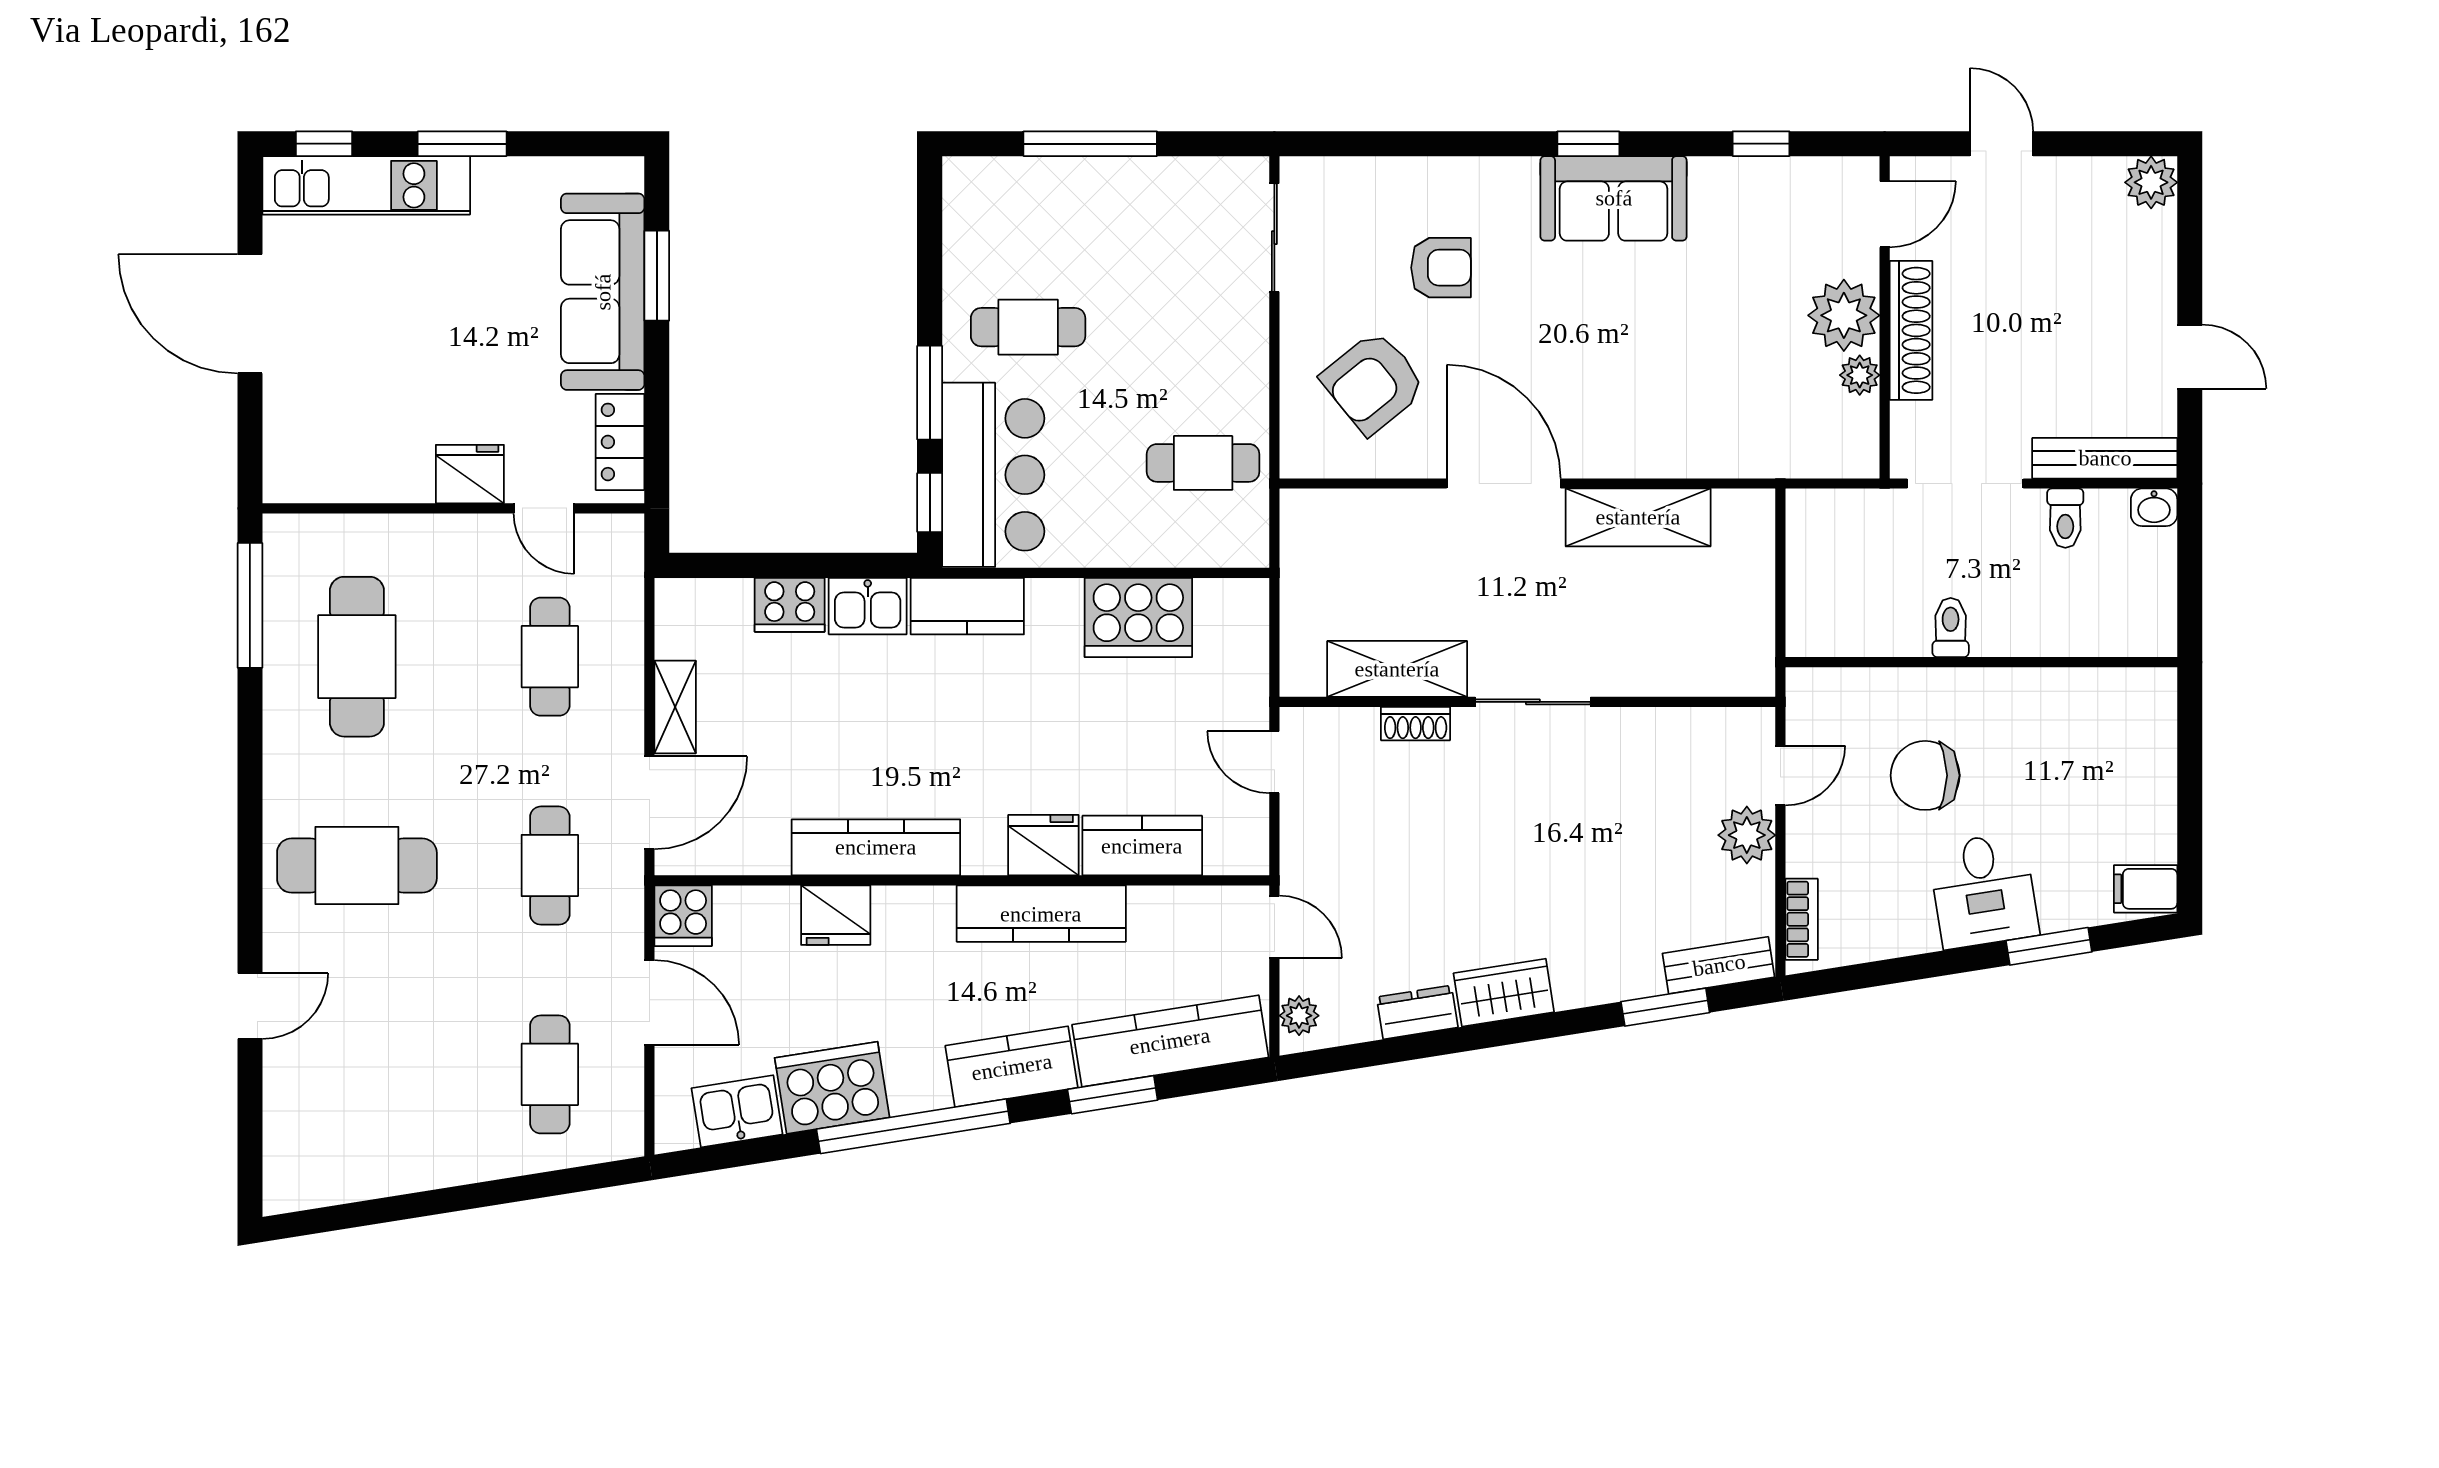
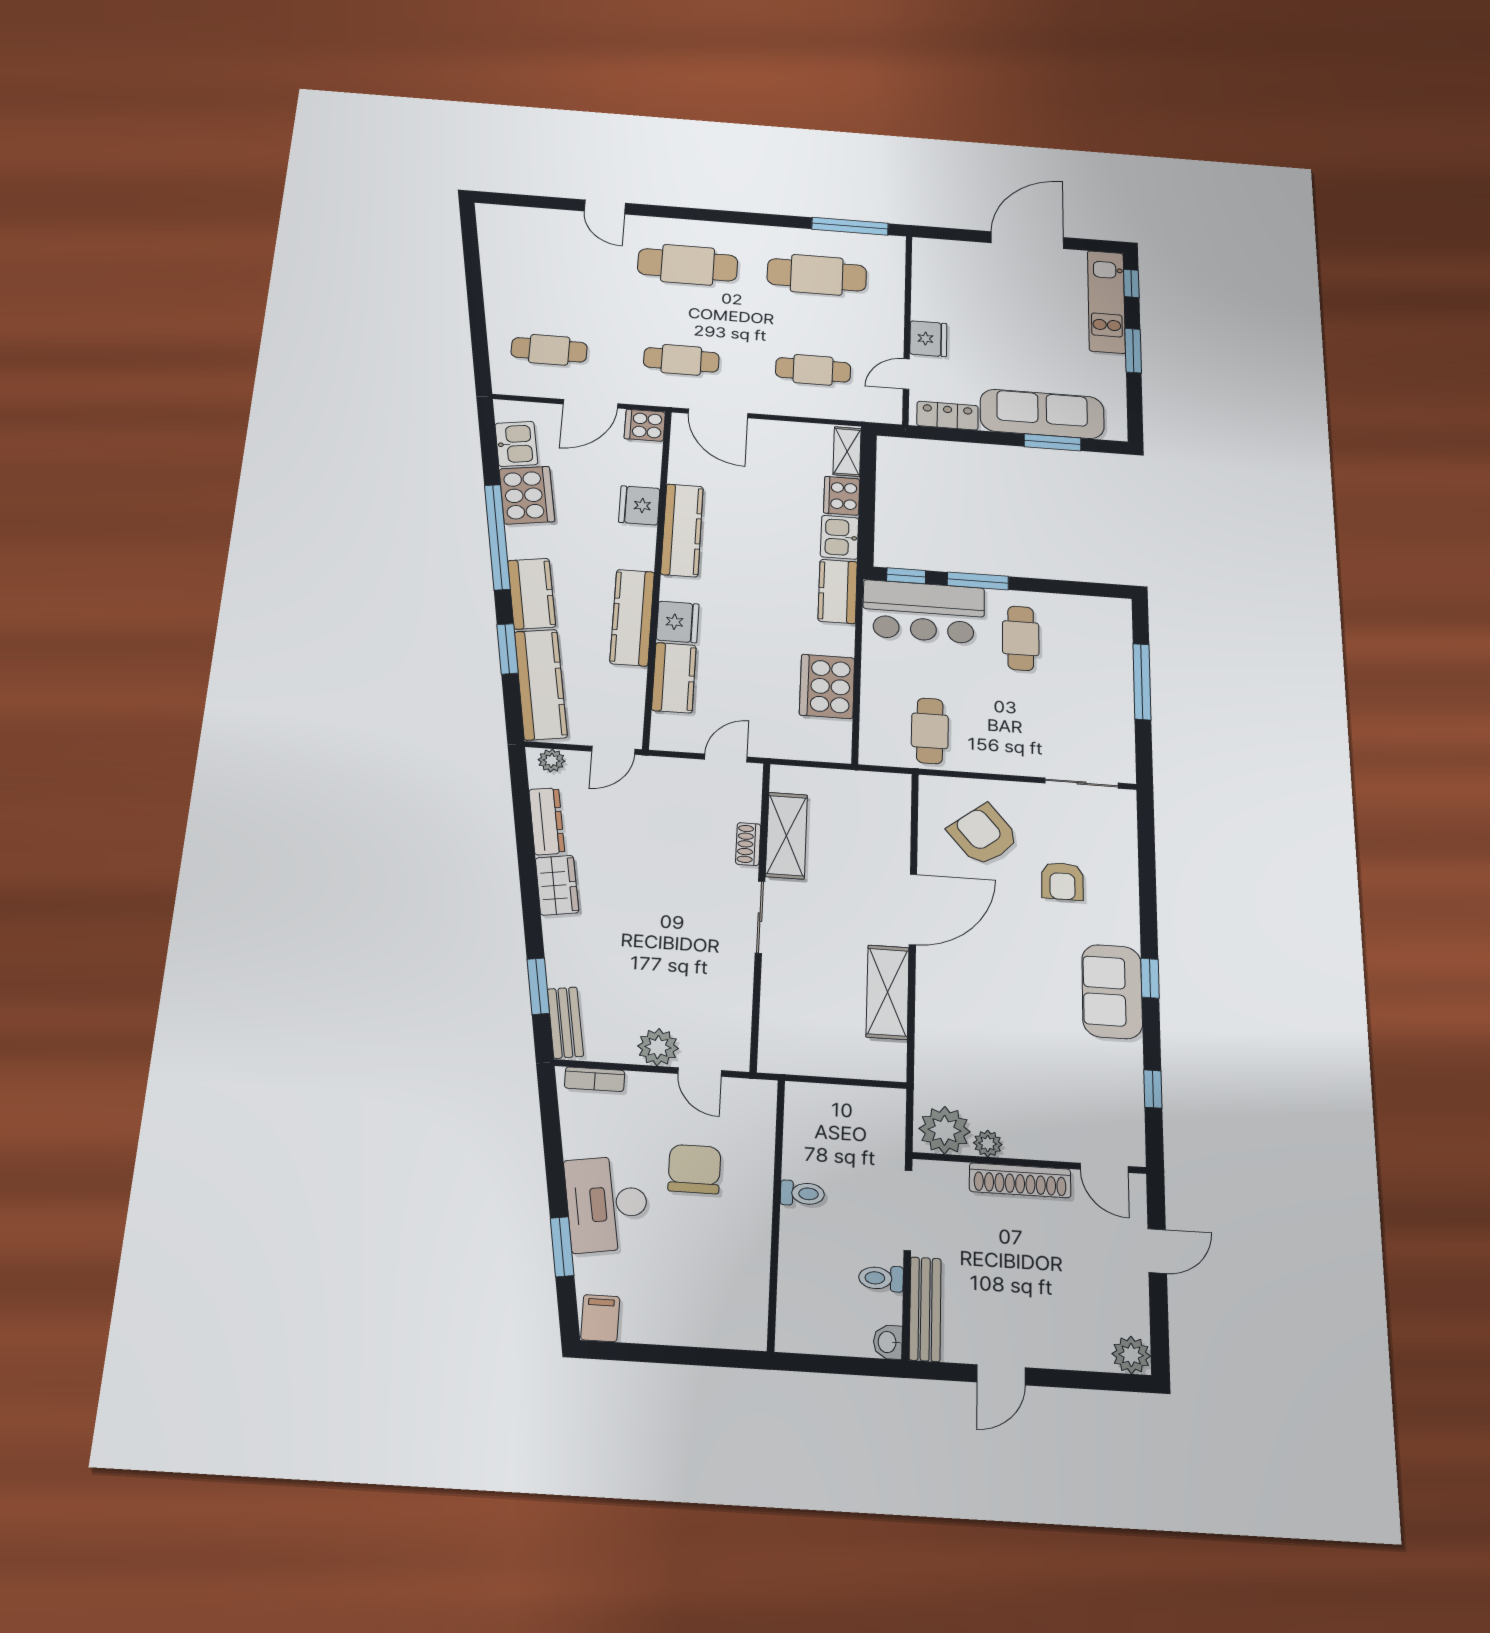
plant: (1844, 315) -> (945, 1130), moved
shelving: (675, 707) -> (847, 452), moved, turned 90
cafe table: (357, 866) -> (688, 265), turned 90
desk: (1984, 890) -> (607, 1204), width x1.37
dresser: (1417, 1012) -> (547, 821), width x1.44

